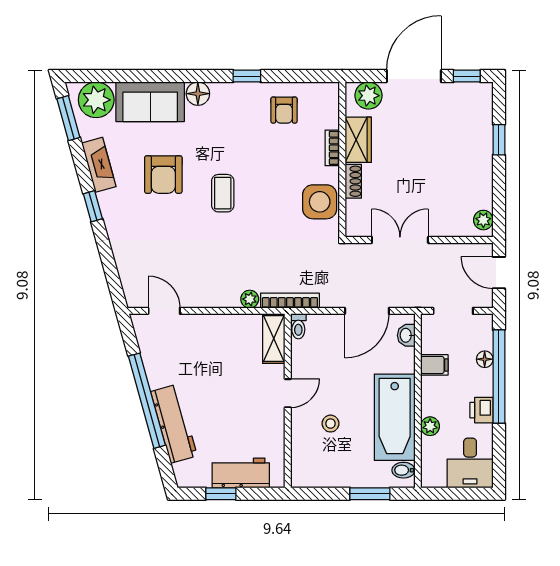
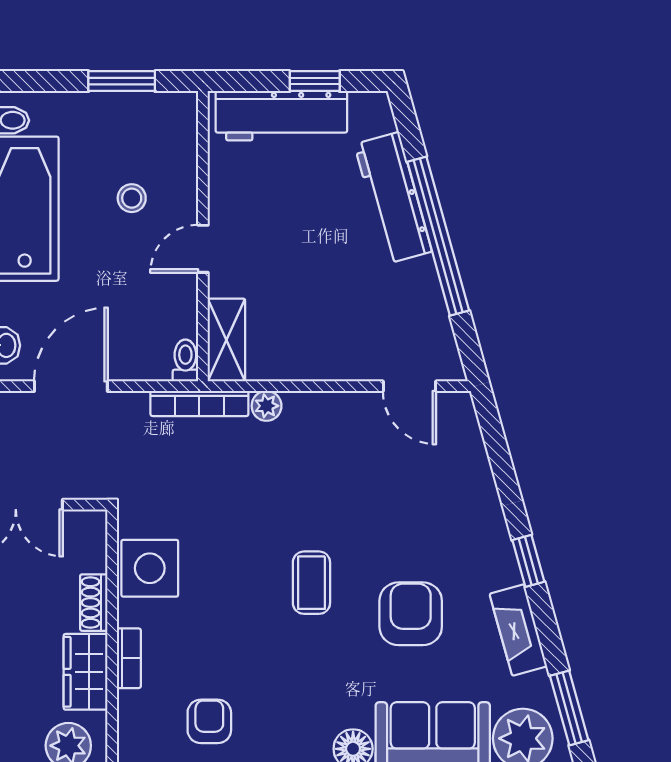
workbench: (241, 473) -> (281, 116), width x1.38
window: (370, 494) -> (122, 81), moved

